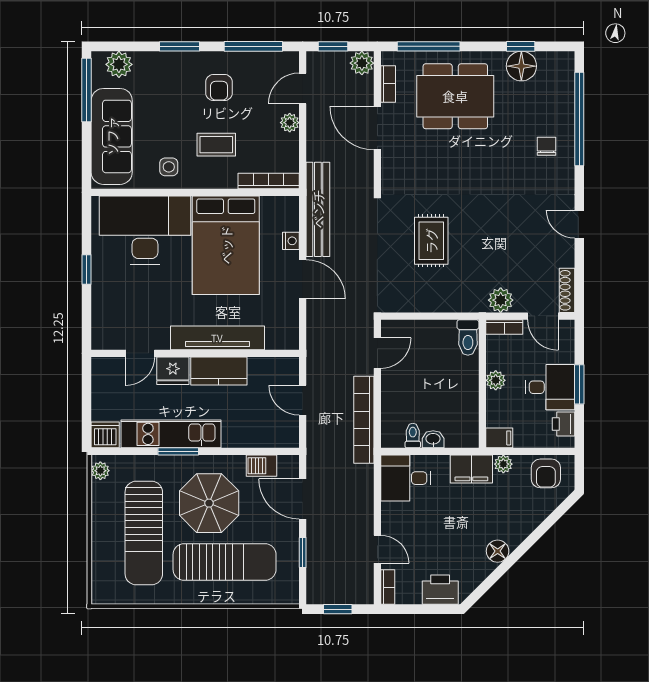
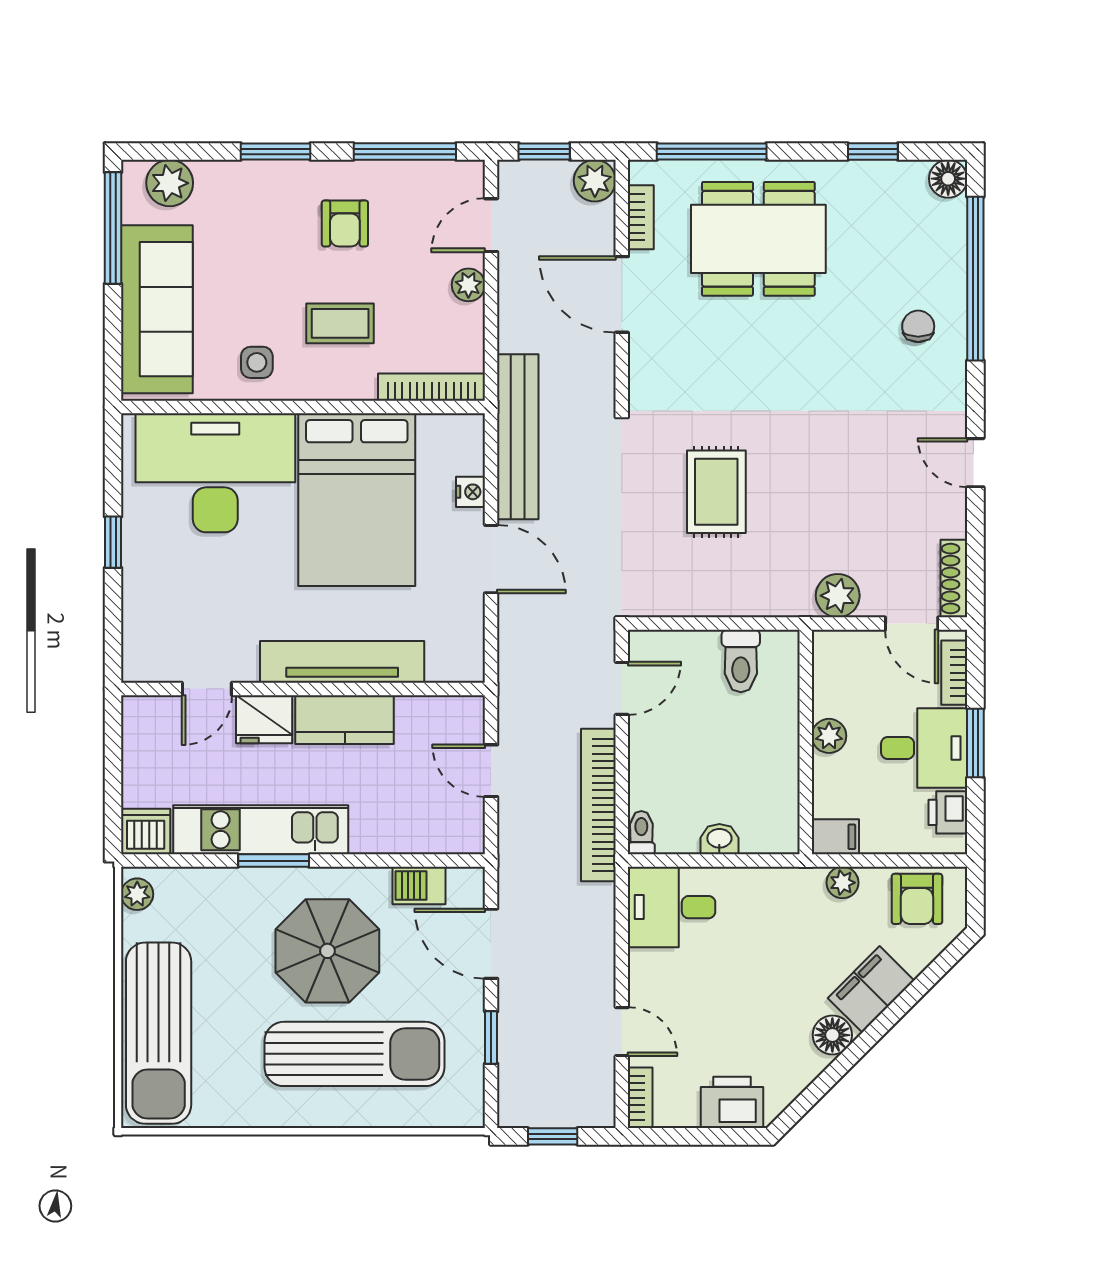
floor lamp: (521, 66) -> (948, 179), moved, width x0.73, depth x0.73
bookcase: (504, 327) -> (954, 673), moved, turned 90
toilet: (468, 337) -> (741, 661), moved
toilet: (413, 436) -> (641, 833), moved
filing cabinet: (471, 469) -> (871, 989), moved, turned 135
sun lounger: (144, 533) -> (159, 1033), moved

